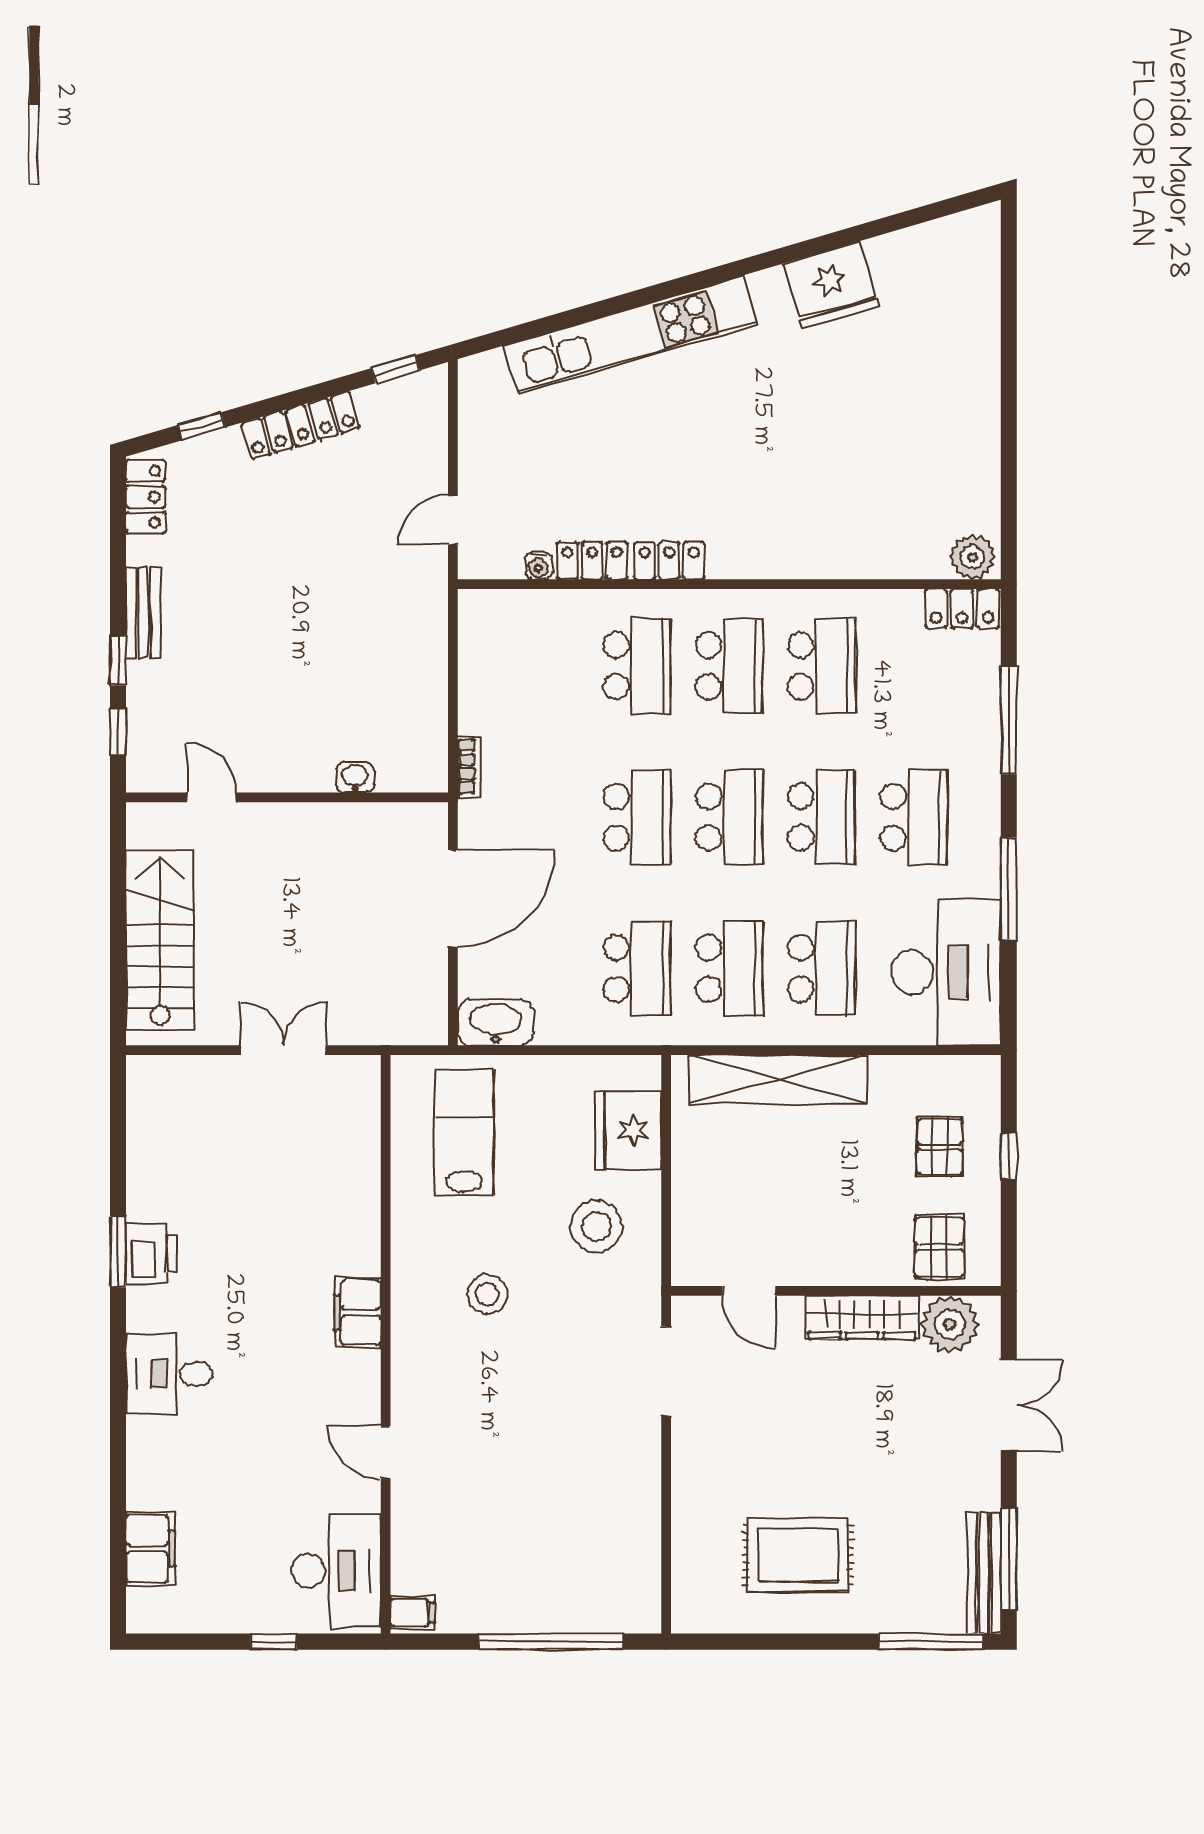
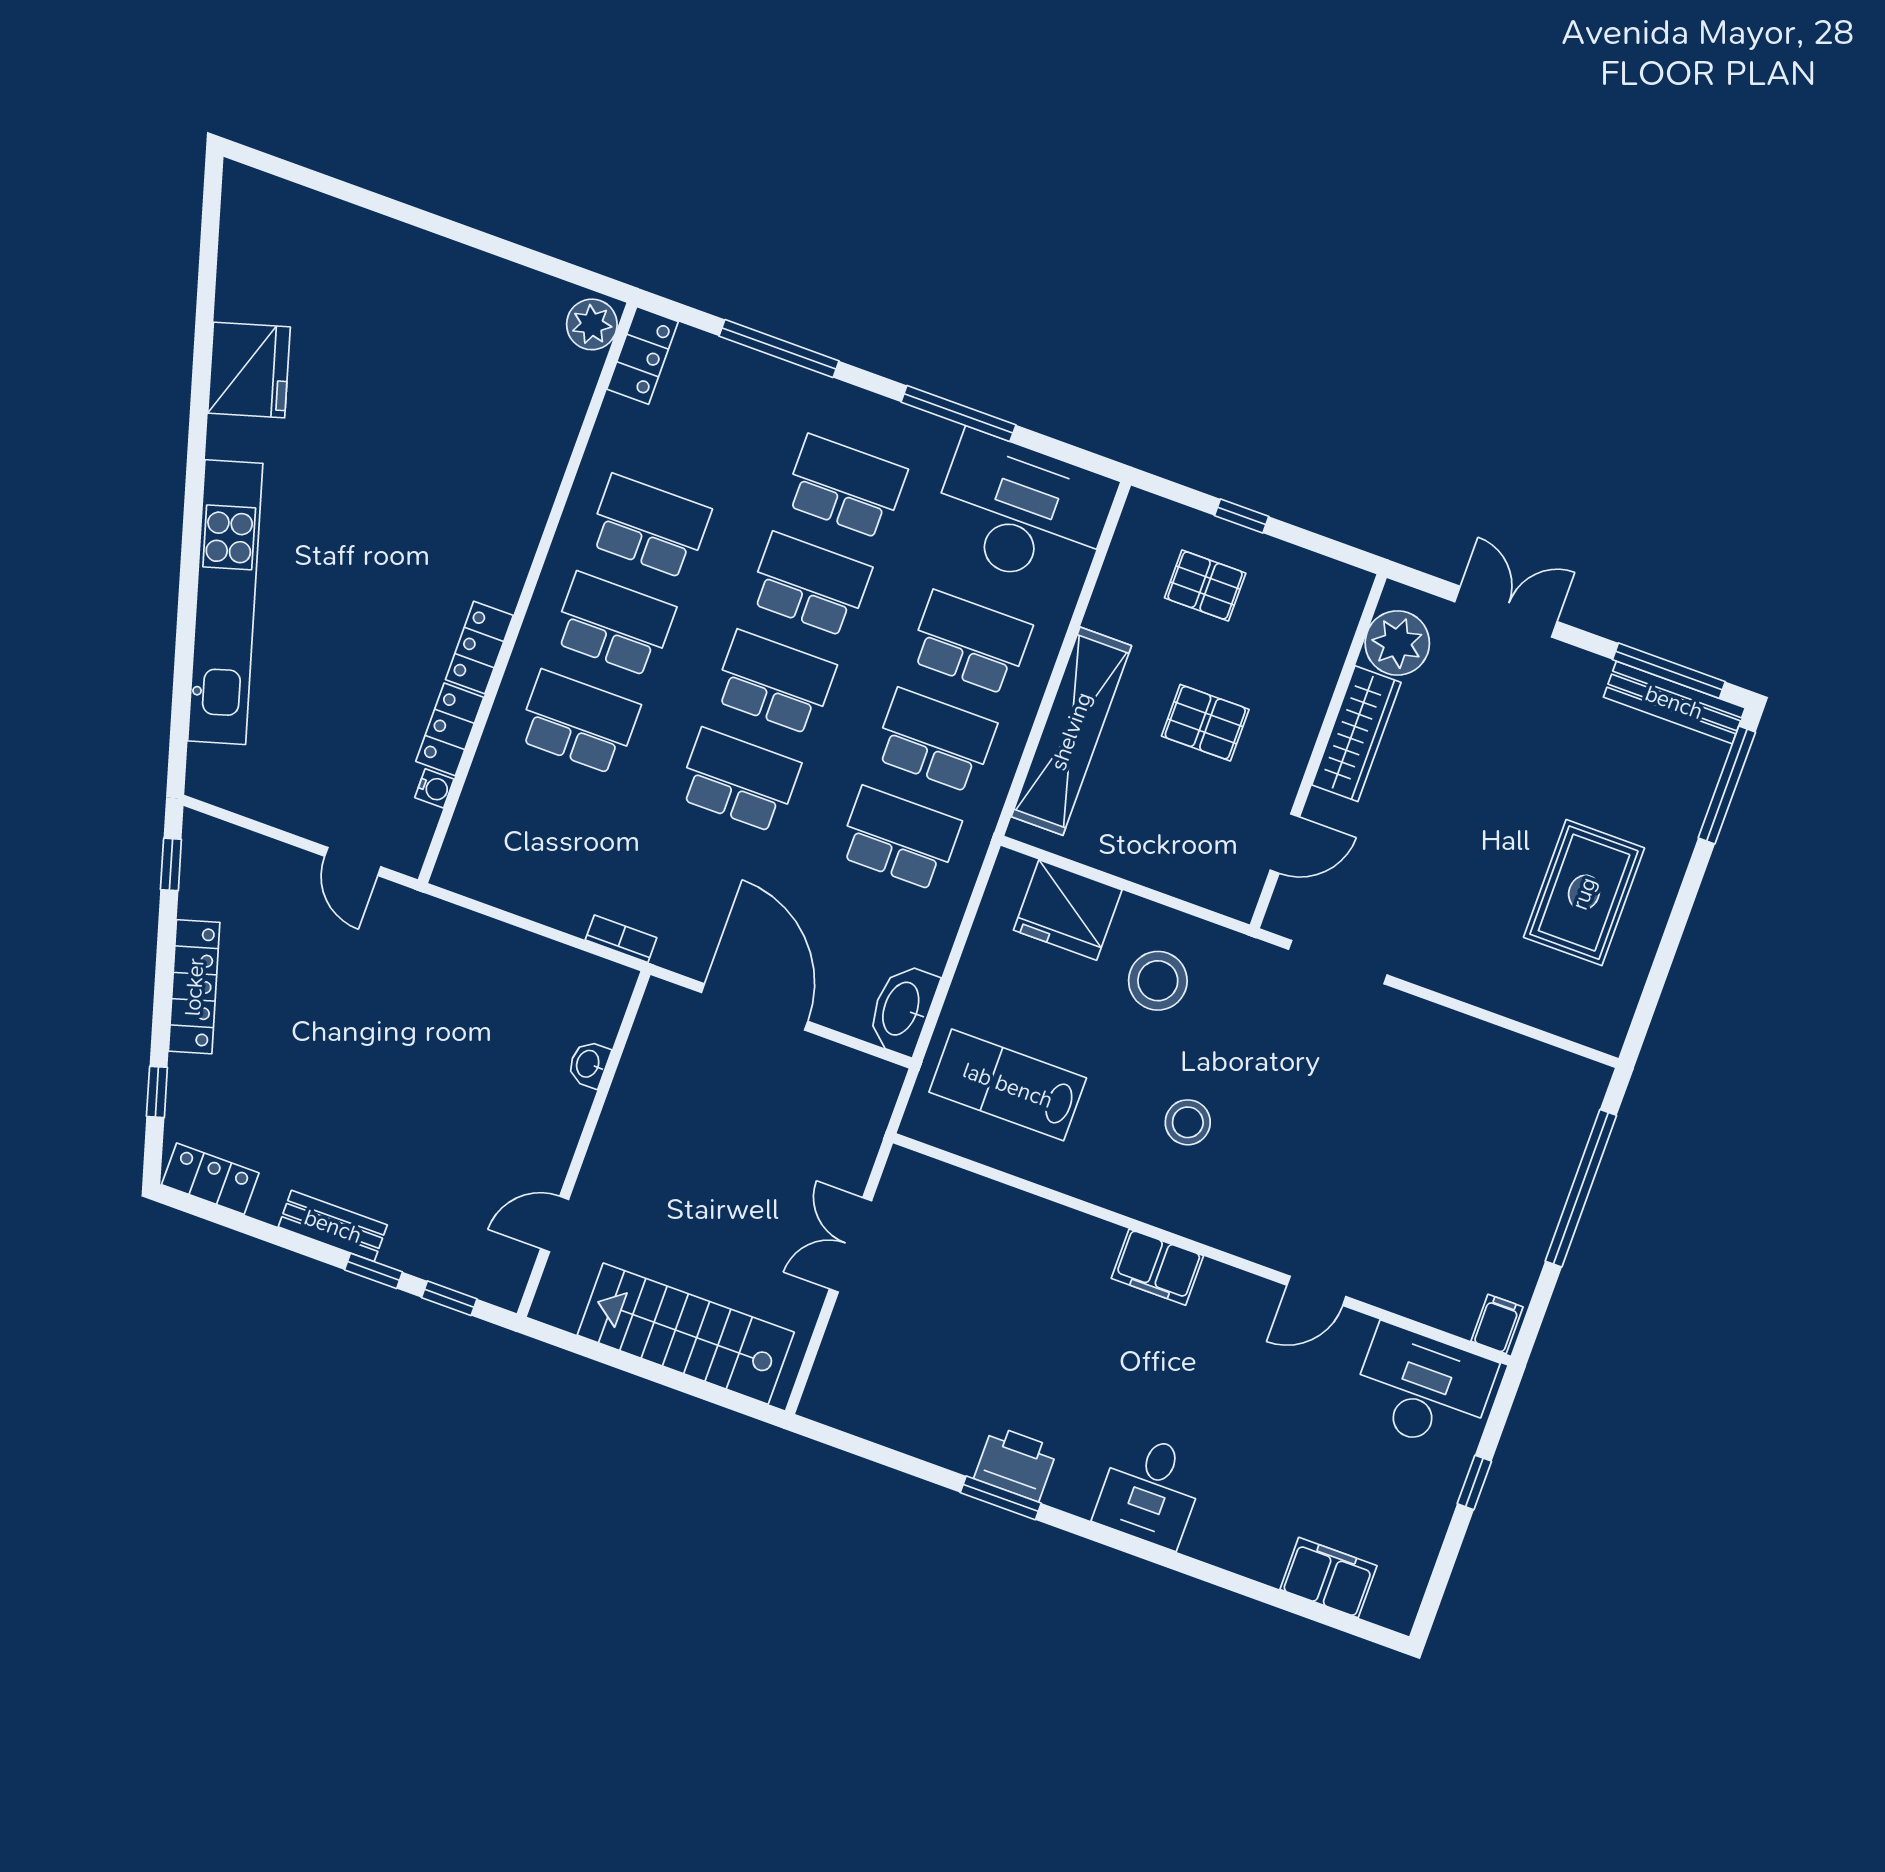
pallet: (939, 1247) -> (1205, 723), moved

